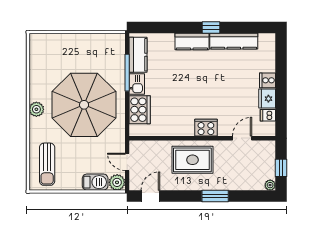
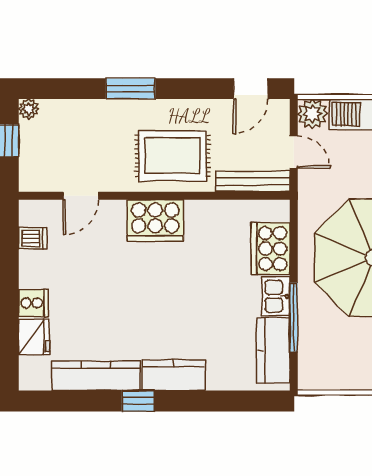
fridge: (267, 99) -> (34, 337), moved
cooker: (206, 128) -> (155, 220), width x1.37, depth x1.31
bench: (149, 146) -> (253, 182), added

